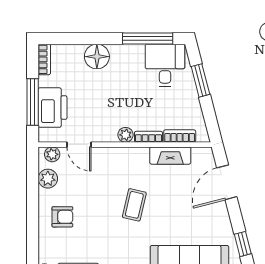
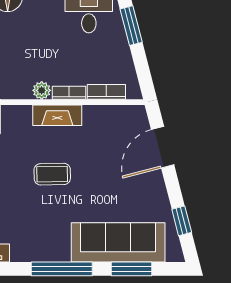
fireplace: (170, 156) -> (57, 115), moved
coffee table: (134, 205) -> (52, 174), turned 76

